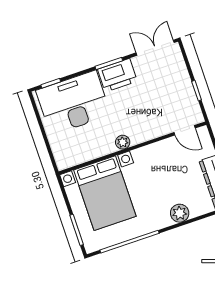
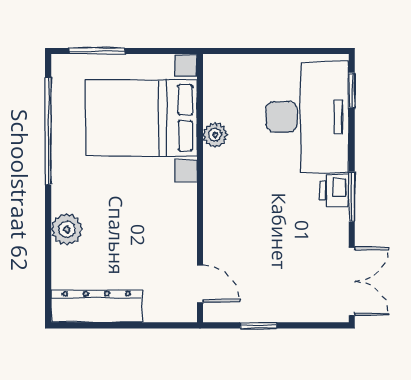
printer: (117, 75) -> (335, 190), width x0.53, depth x0.68
door: (185, 130) -> (200, 284), swing flipped
plant: (123, 142) -> (215, 135), moved

